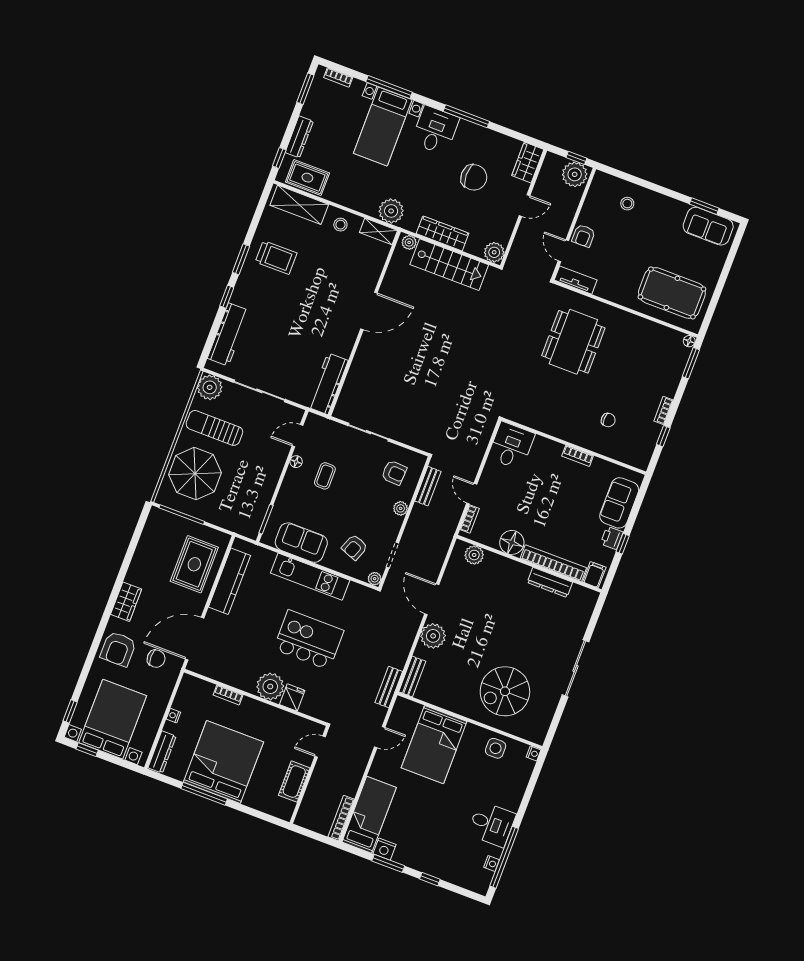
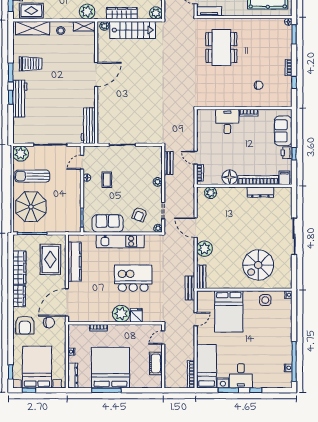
workbench: (228, 334) -> (20, 99), moved
desk: (511, 446) -> (227, 121), moved
armchair: (394, 473) -> (146, 163), removed
wardrobe: (143, 559) -> (19, 268), added
desk: (492, 824) -> (241, 376), moved, turned 90

